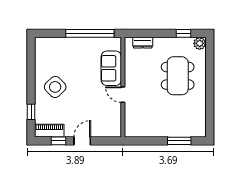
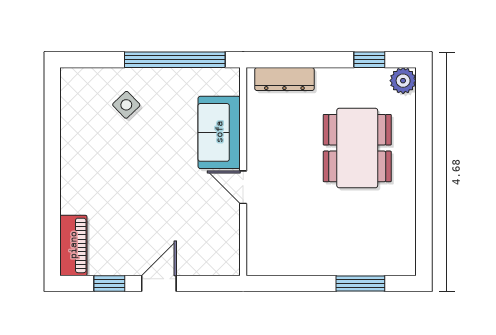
dresser: (143, 43) -> (284, 79), width x1.44
side table: (55, 87) -> (126, 105), moved, width x0.54, depth x0.54
window: (31, 112) -> (52, 223), removed
piano: (49, 131) -> (73, 245), moved, turned 90

